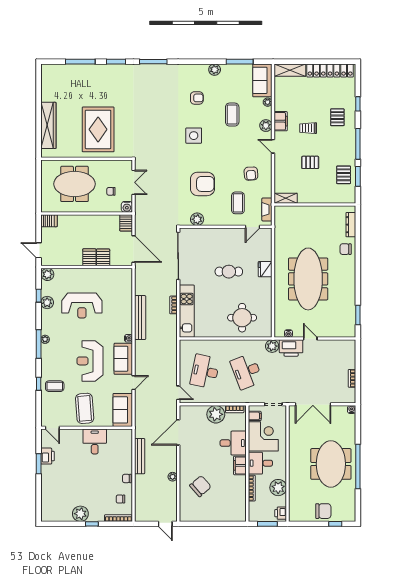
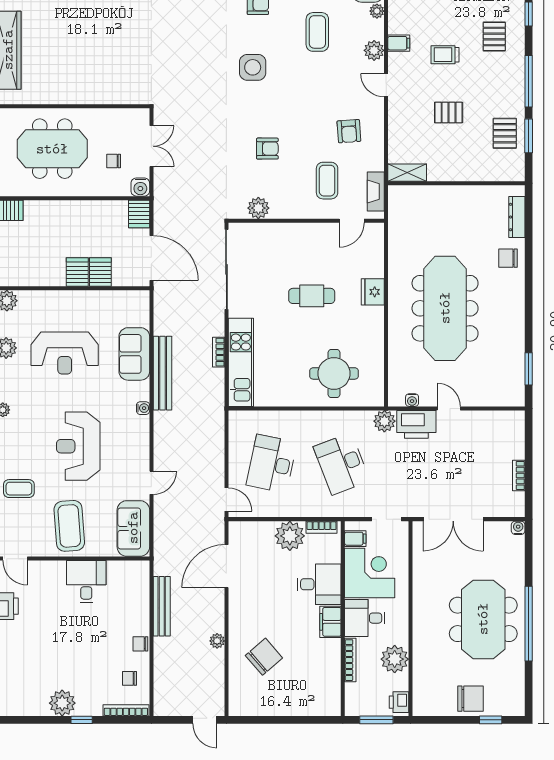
filing cabinet: (281, 121) -> (399, 43), width x0.50
rug: (98, 129) -> (92, 57), removed
armchair: (202, 184) -> (267, 149), width x0.53, depth x0.53
sofa: (123, 359) -> (134, 354), moved

